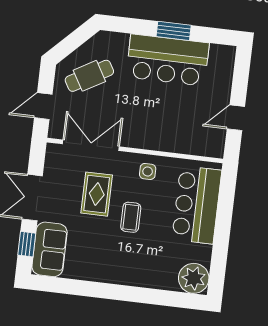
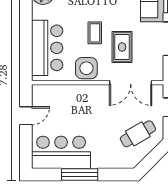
window: (174, 31) -> (80, 174), width x1.44
bar counter: (168, 60) -> (61, 152), moved
side table: (148, 171) -> (86, 68), width x1.87, depth x1.87

